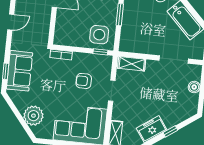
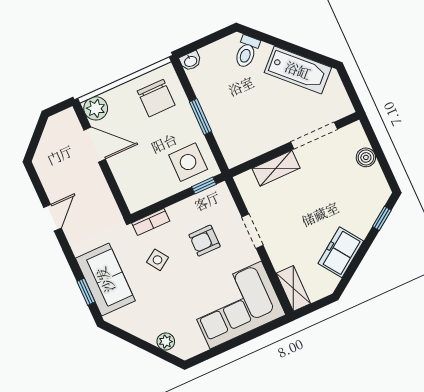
shelving: (132, 64) -> (276, 168), moved
side table: (53, 77) -> (157, 260), added
plant: (33, 116) -> (166, 342), width x0.53, depth x0.53
window: (170, 131) -> (382, 218), moved

